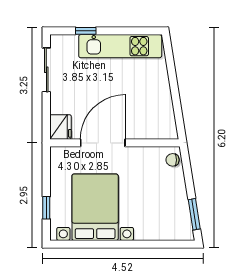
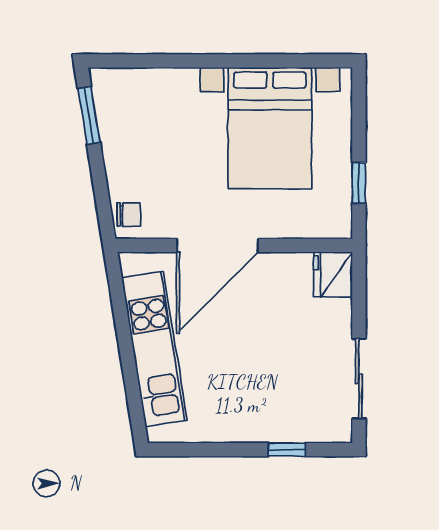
kitchen unit: (120, 46) -> (154, 349), moved, turned 81
door: (103, 143) -> (217, 245), moved
window: (46, 208) -> (359, 183), moved

